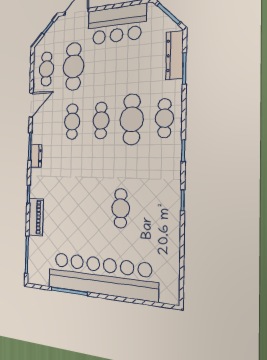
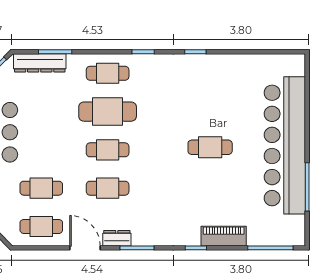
cafe table: (73, 66) -> (41, 188), width x0.73, depth x0.74
dresser: (36, 156) -> (117, 238), moved
cafe table: (121, 208) -> (210, 147), moved

